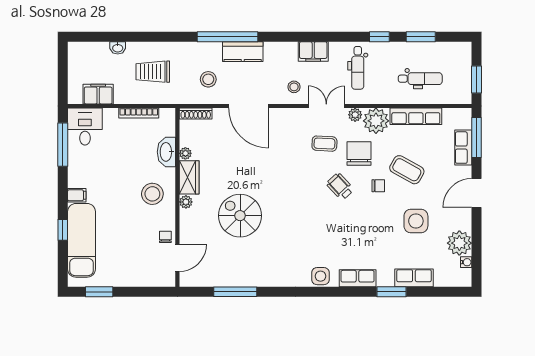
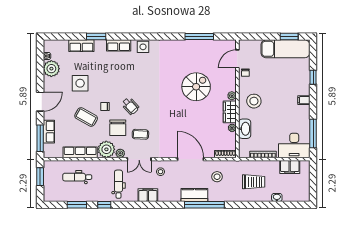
desk: (85, 127) -> (294, 145), width x1.37
spiral stairs: (240, 216) -> (196, 87), turned -90
exam couch: (81, 240) -> (285, 49), moved, turned -90

